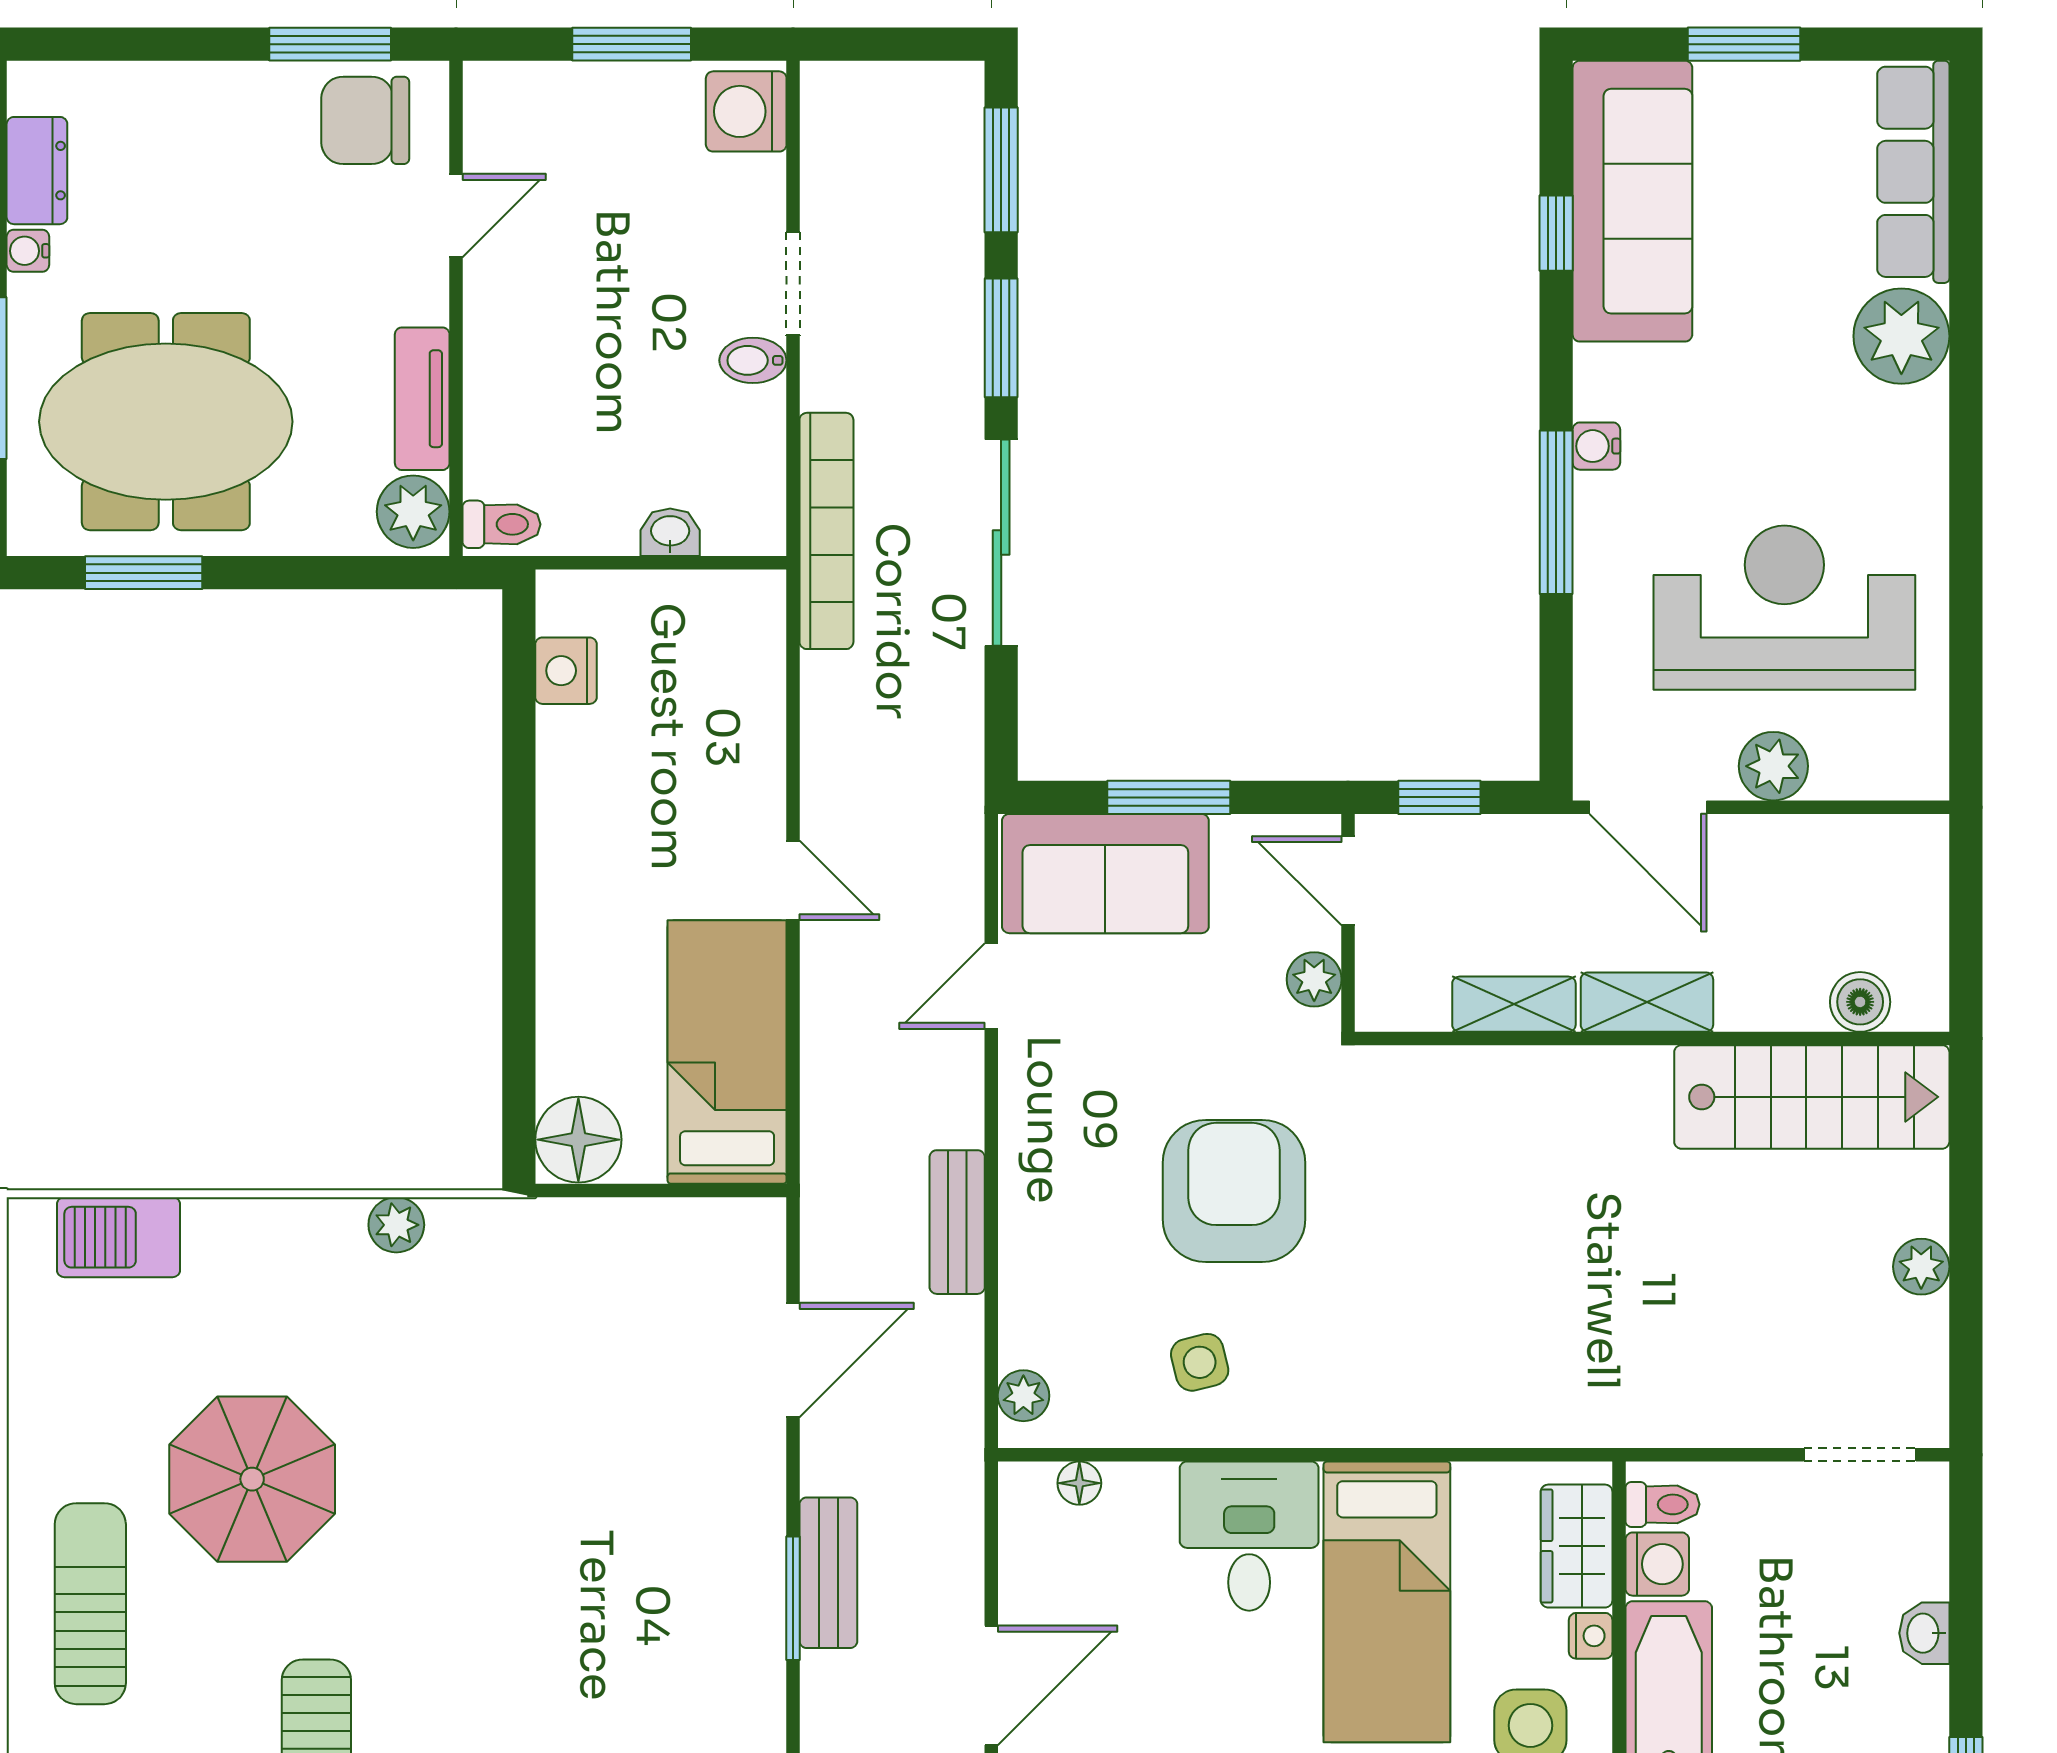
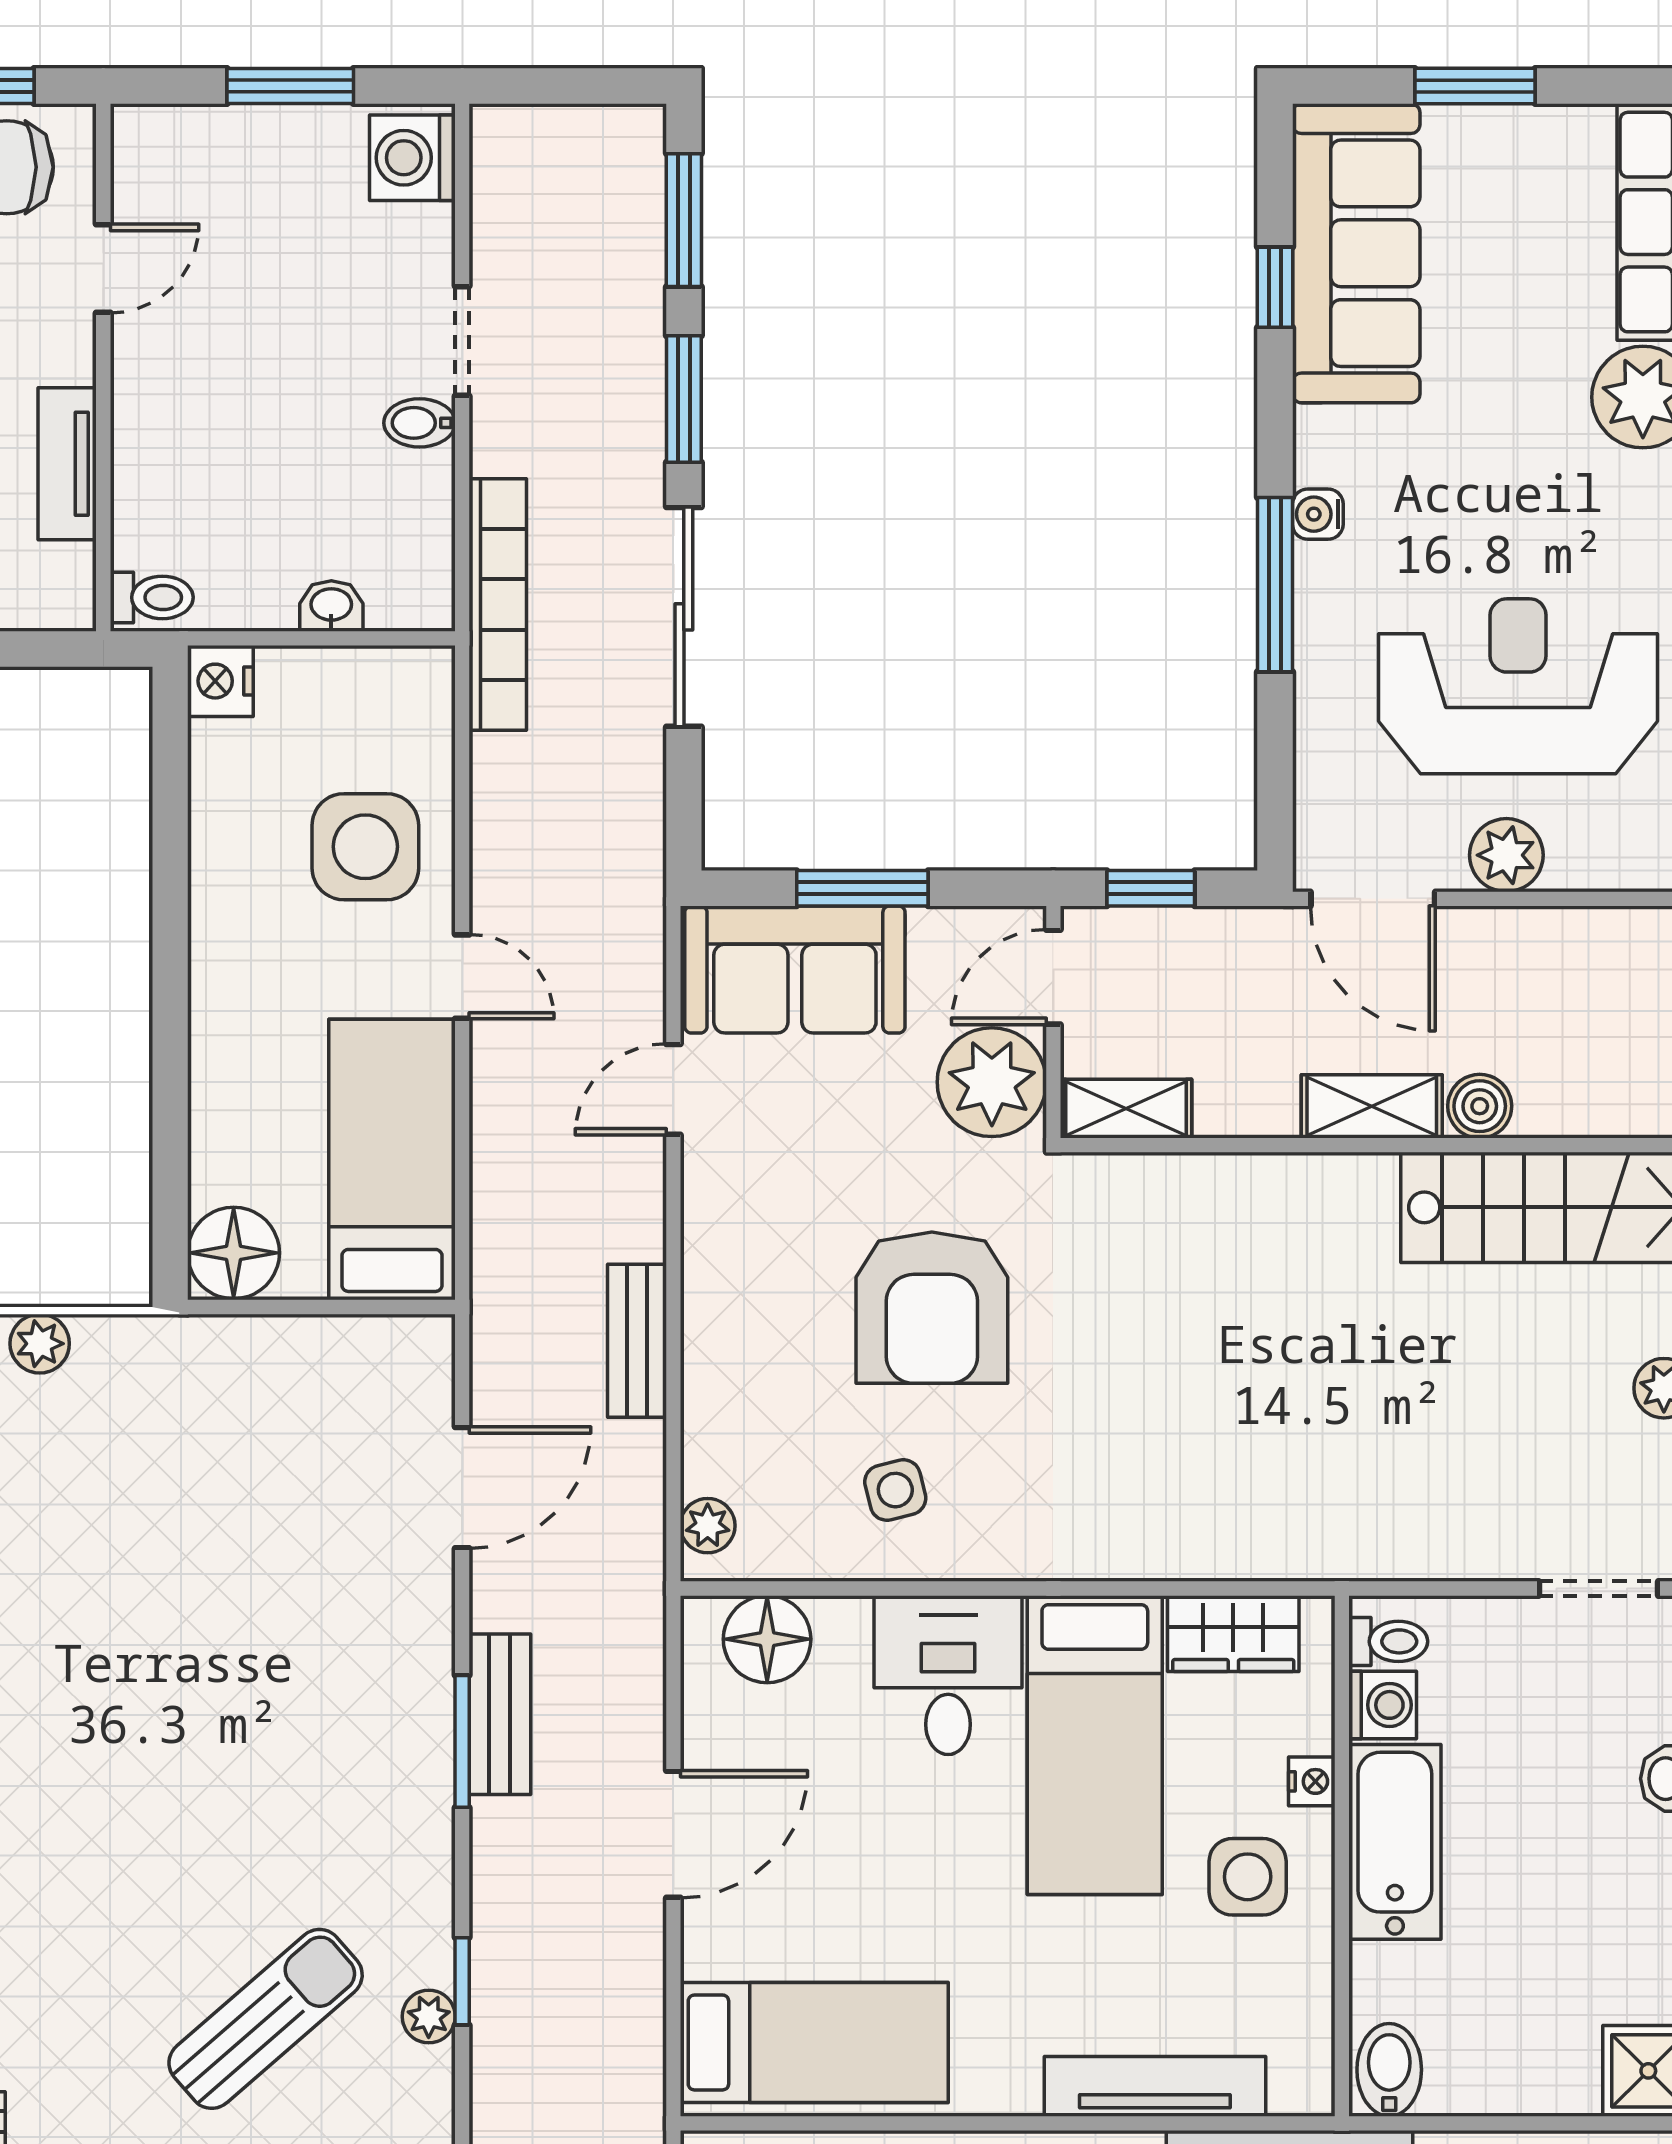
plant: (413, 512) -> (58, 584), removed
nightstand: (566, 671) -> (220, 681), moved
side table: (702, 758) -> (365, 847), added
door: (1348, 881) -> (1053, 977), hinge flipped
plant: (1314, 979) -> (992, 1082), width x1.87, depth x1.87
boiler: (1860, 1002) -> (1480, 1106), moved
shelving: (1514, 1004) -> (1126, 1109), moved
armchair: (1234, 1191) -> (932, 1308), turned 180
floor lamp: (1079, 1483) -> (767, 1639), width x1.89, depth x1.89
wardrobe: (1577, 1546) -> (1233, 1634), moved, turned -90

